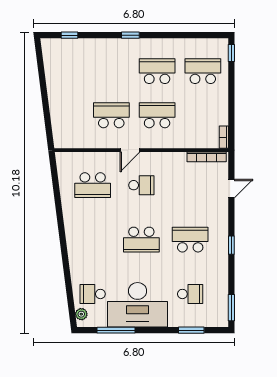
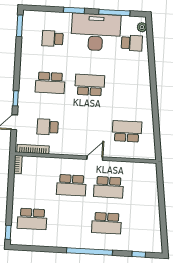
window: (130, 35) -> (89, 252), width x3.17
school desk: (157, 71) -> (107, 223), moved
school desk: (141, 185) -> (48, 127), moved
window: (231, 245) -> (16, 98), moved
window: (191, 330) -> (74, 10), moved

